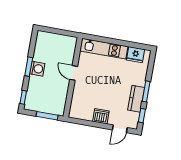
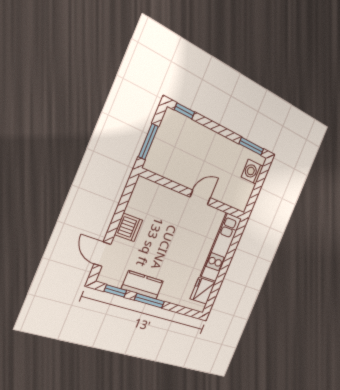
window: (29, 67) -> (251, 146), moved
washing machine: (37, 69) -> (252, 172), moved, turned 90

